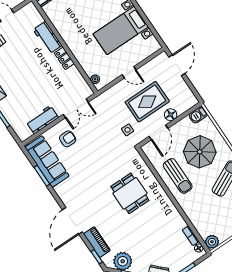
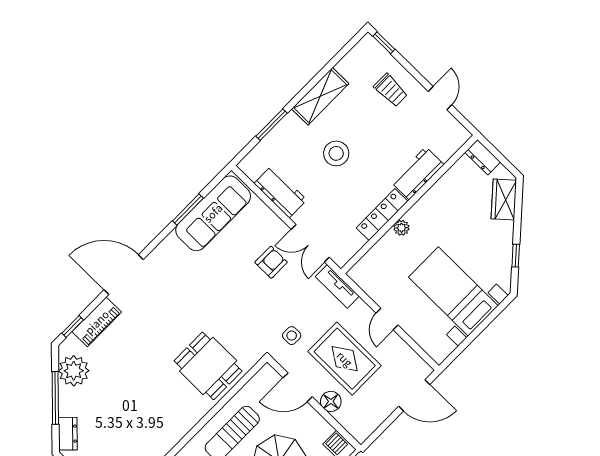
locker: (64, 58) -> (382, 214), width x1.53
plant: (95, 79) -> (401, 228), moved
stool: (26, 83) -> (336, 153), added
tv unit: (104, 97) -> (337, 286), added
armchair: (68, 139) -> (271, 262), moved, turned -90
dining table: (130, 193) -> (208, 366), moved, turned 90

